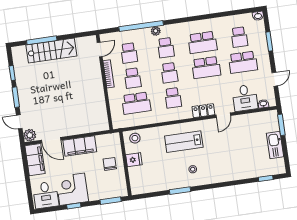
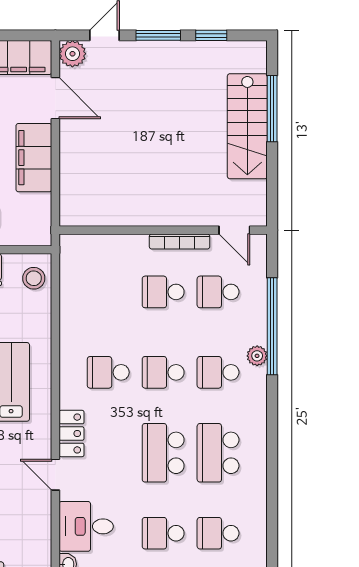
school desk: (243, 62) -> (163, 533), width x0.54
school desk: (136, 103) -> (108, 292), removed
door: (51, 140) -> (55, 98), swing flipped

